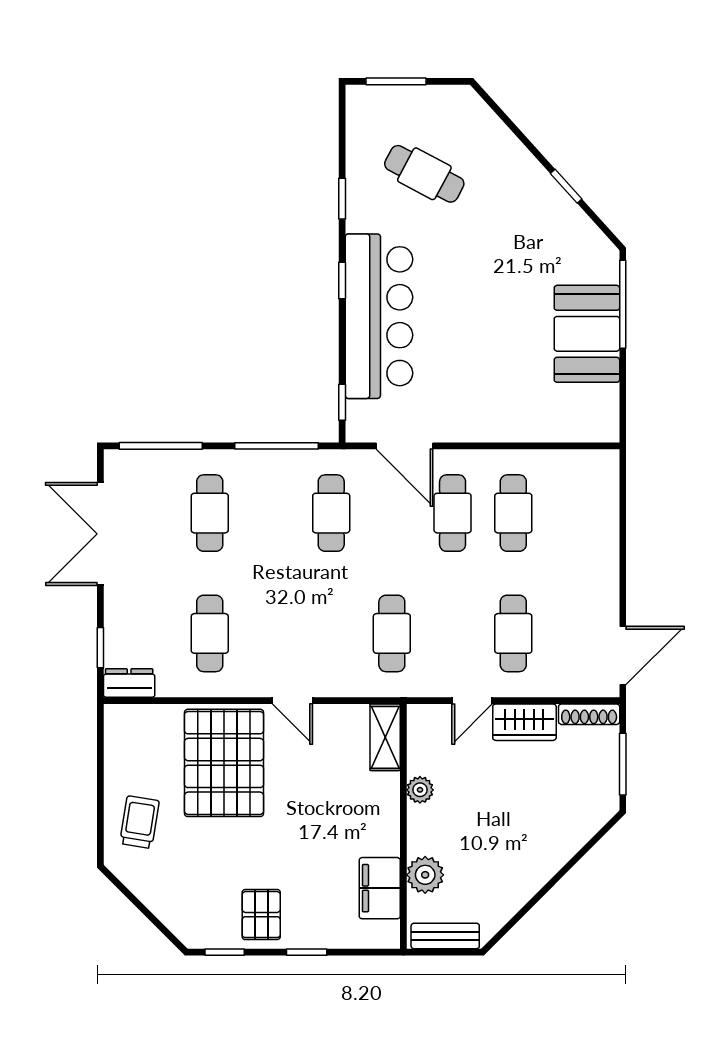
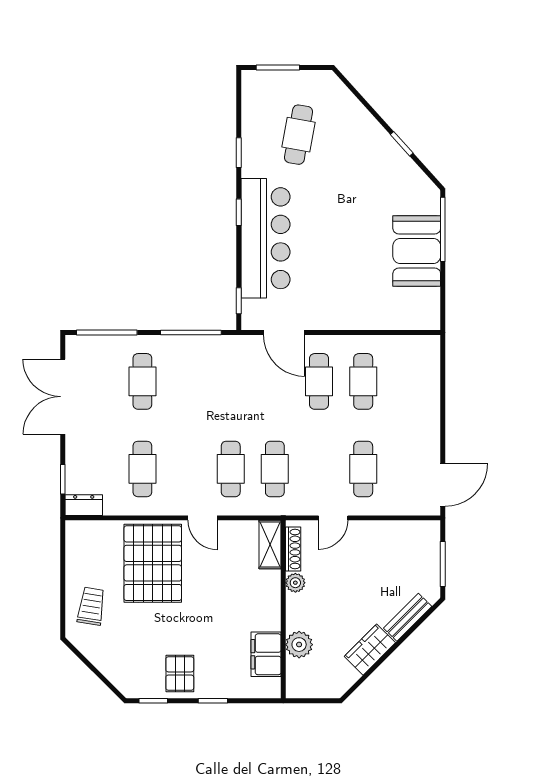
cafe table: (424, 174) -> (298, 135), turned 72
cafe table: (331, 513) -> (231, 469), moved
shoe rack: (589, 714) -> (293, 549), moved, turned -90
wardrobe: (524, 722) -> (370, 650), moved, turned 135
bench: (445, 936) -> (408, 617), moved, turned -45

